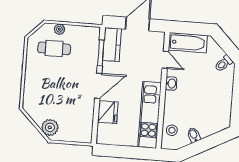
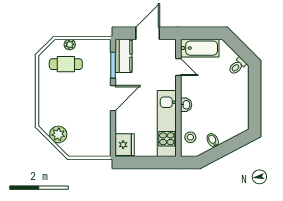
washbasin: (171, 84) -> (186, 105), moved
fridge: (108, 112) -> (125, 145), moved
plant: (50, 127) -> (58, 134), moved

